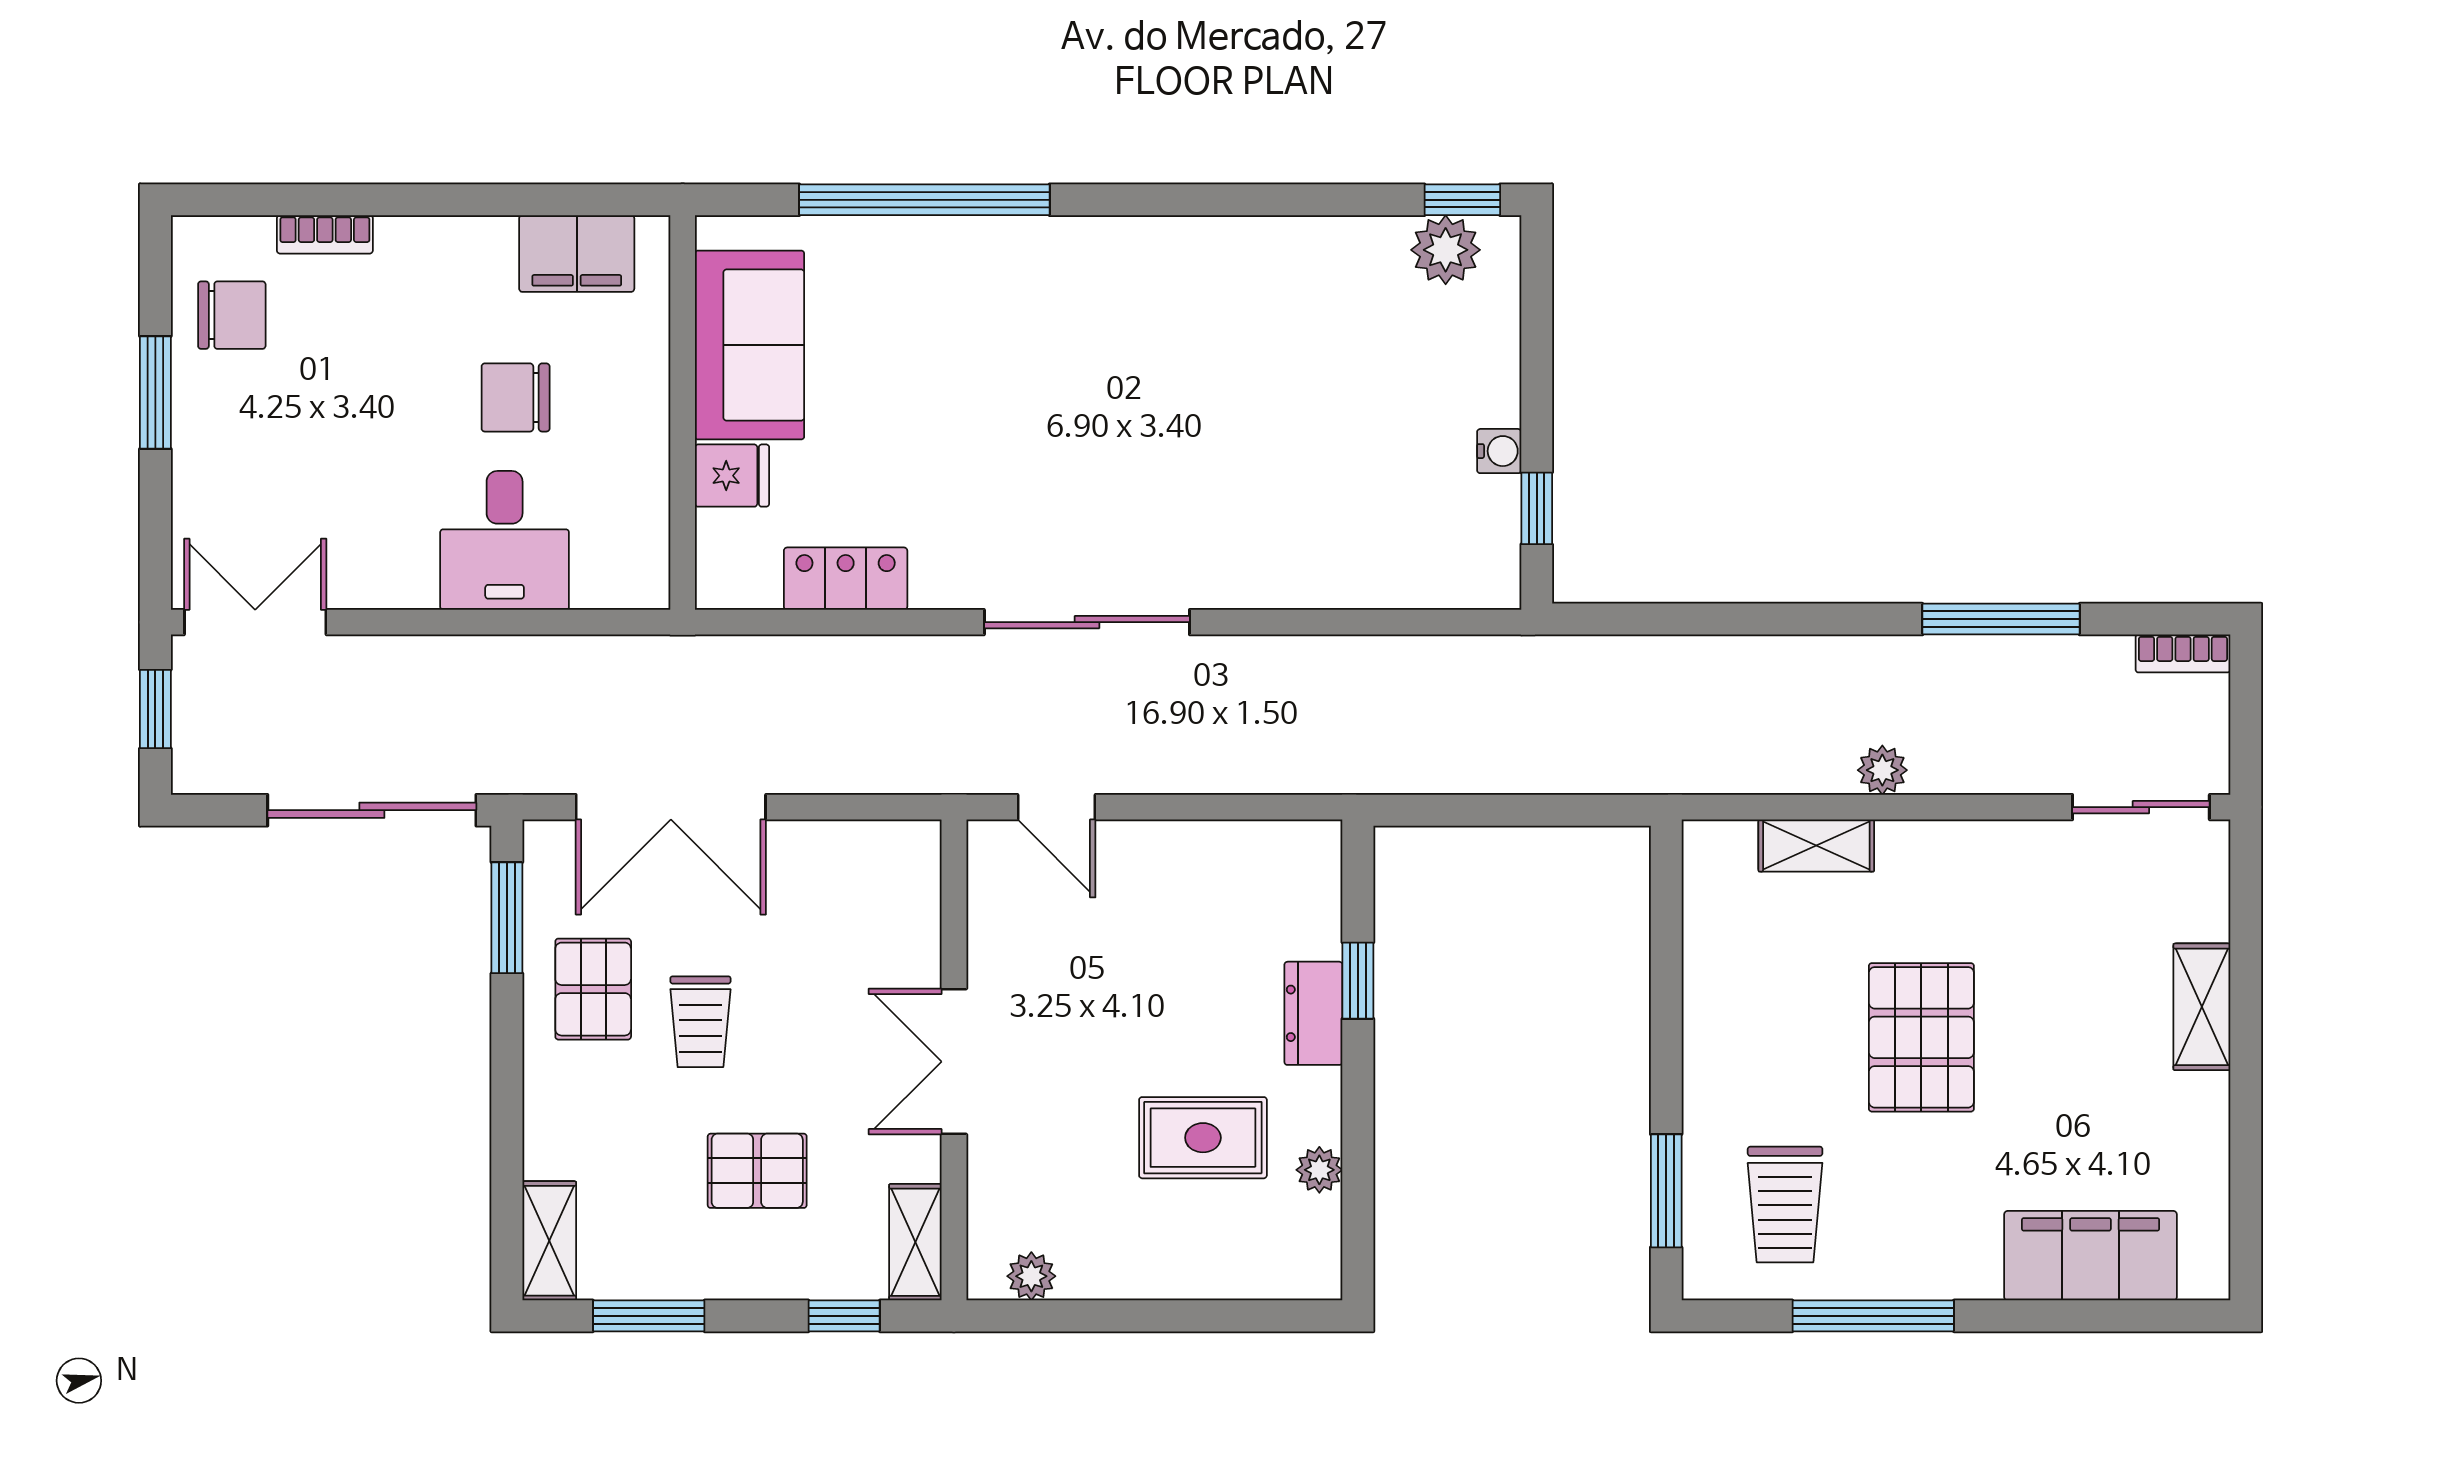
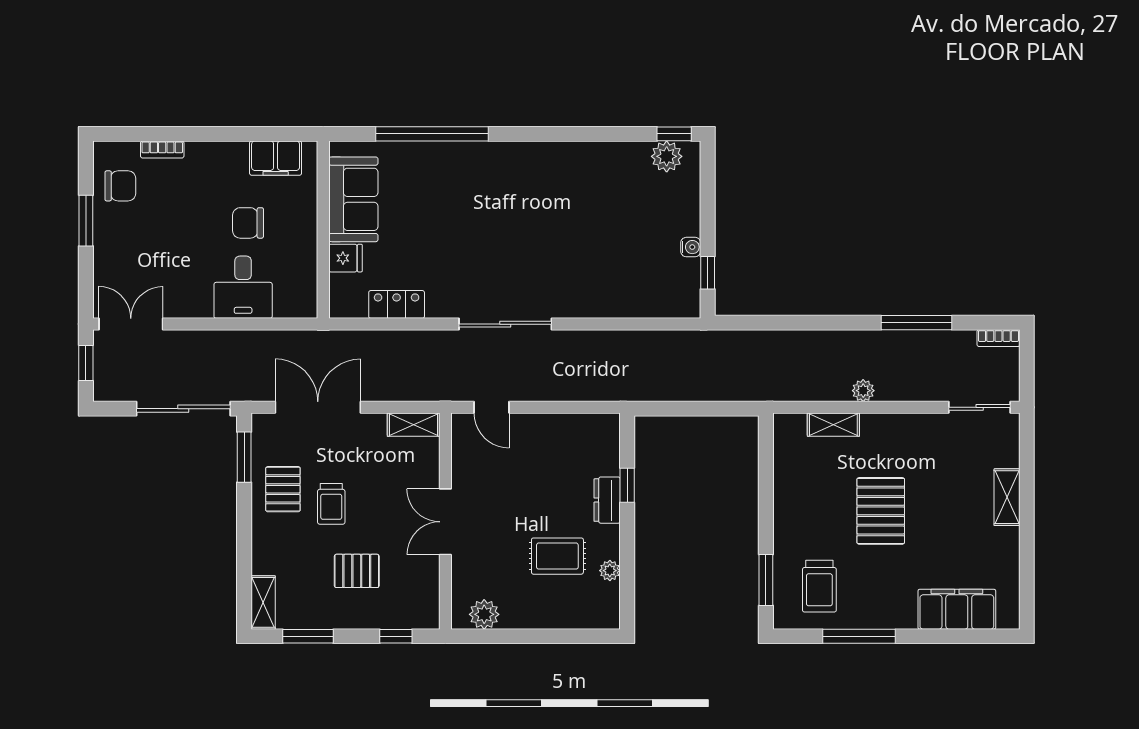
double door: (671, 807) -> (318, 407), swing flipped
shelving: (915, 1242) -> (414, 425), moved, turned 90
plant: (1031, 1276) -> (484, 614), width x1.38, depth x1.38

